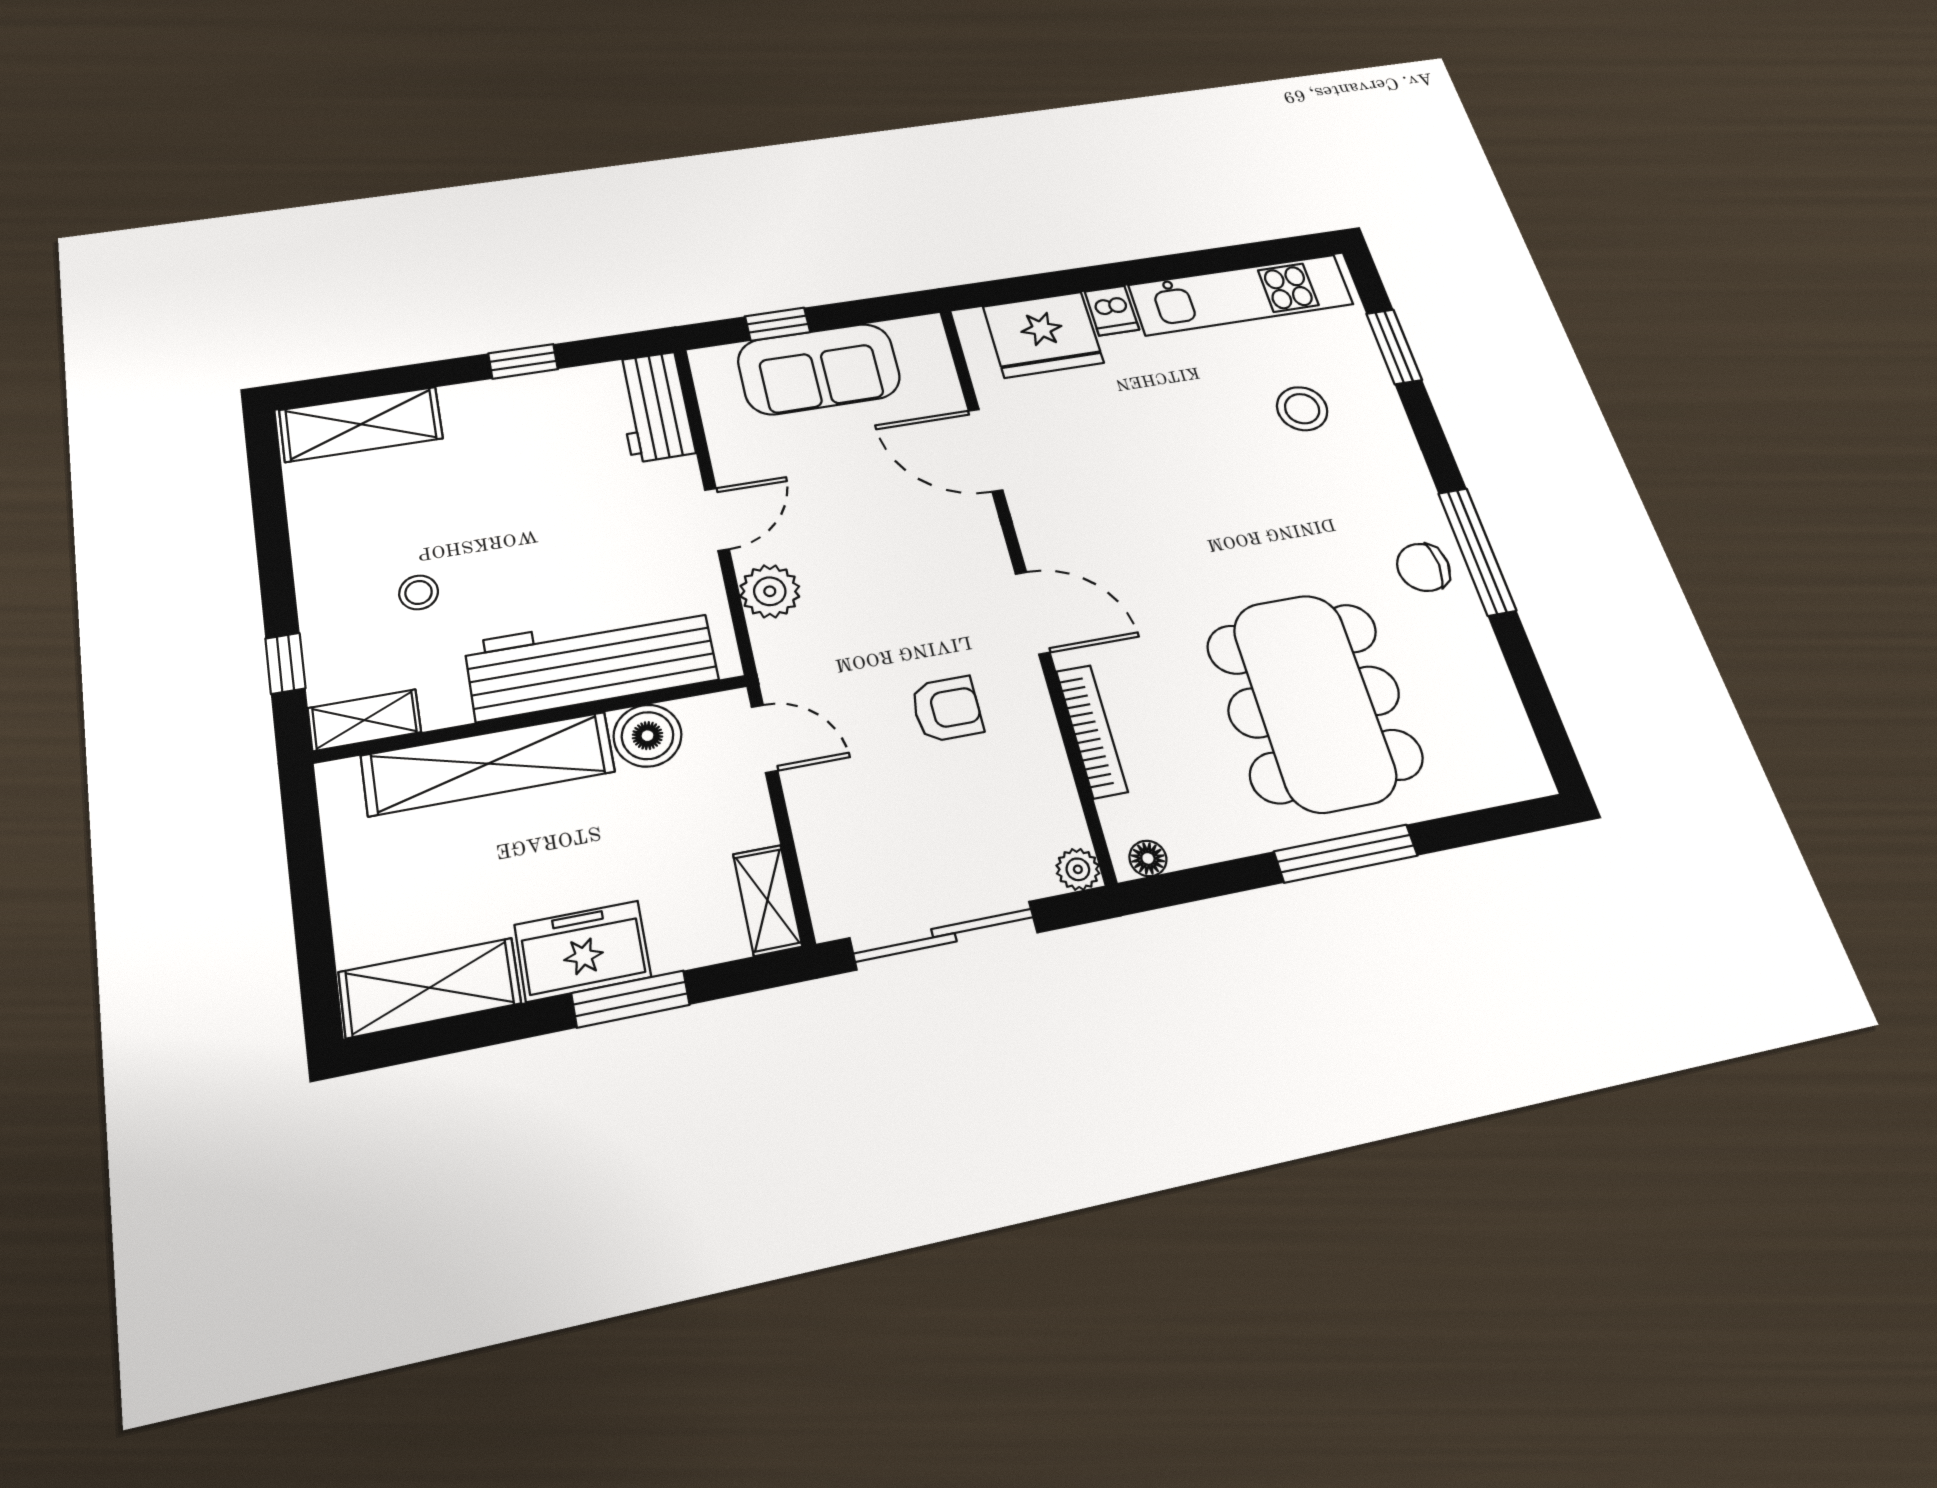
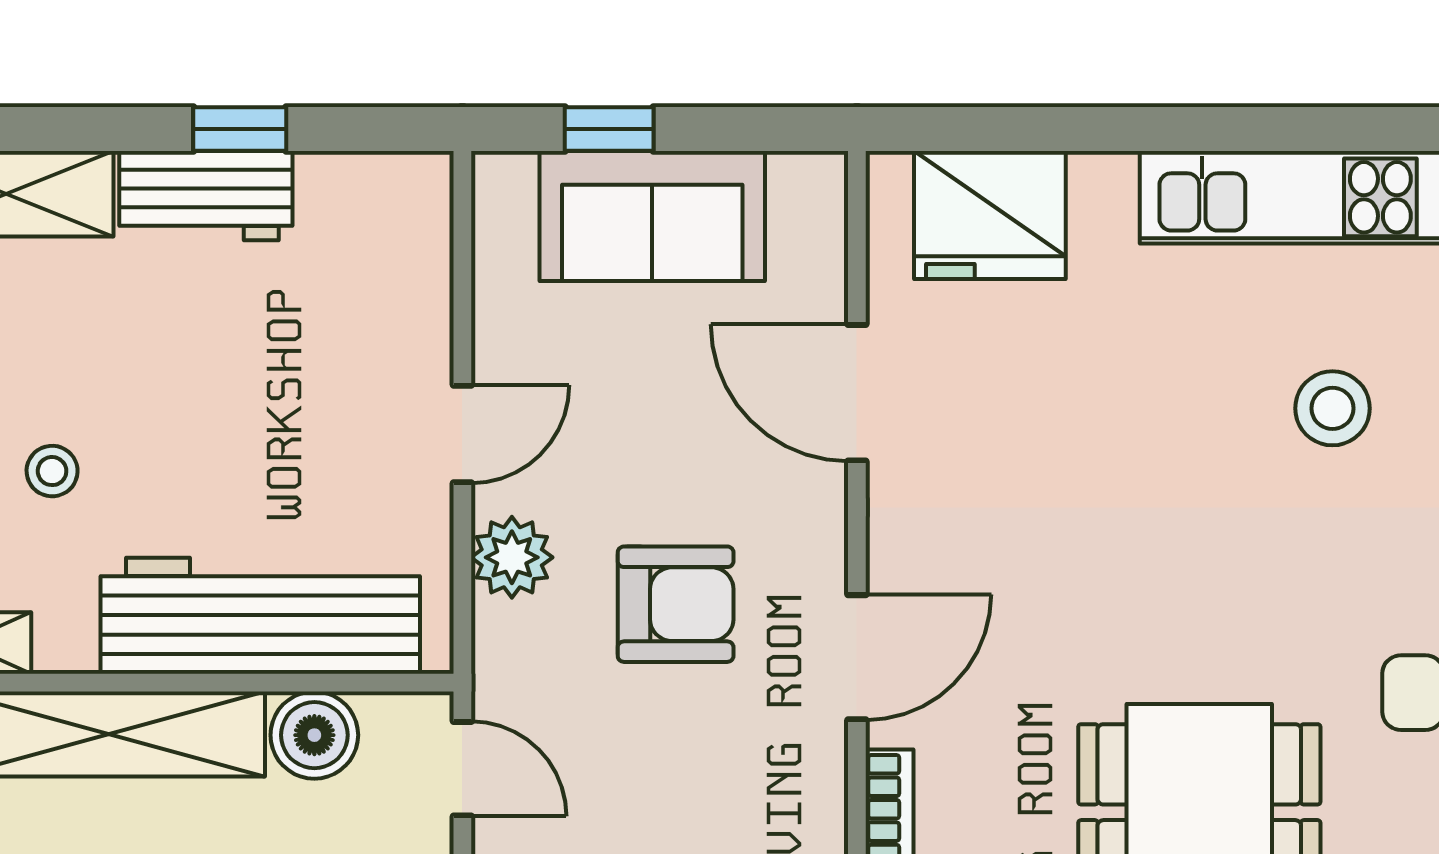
dishwasher: (1112, 311) -> (1103, 191), removed
workbench: (654, 407) -> (206, 196), moved, turned -90
door: (1033, 613) -> (857, 657), hinge flipped
armchair: (947, 709) -> (676, 604), moved, width x1.38, depth x1.38

